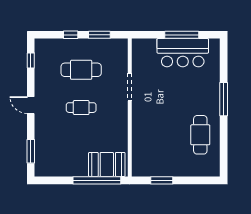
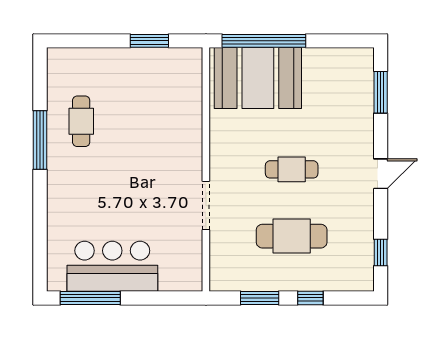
window: (182, 35) -> (90, 298), moved
window: (224, 99) -> (40, 140), moved
door: (31, 105) -> (381, 174), hinge flipped
cafe table: (200, 135) -> (81, 121), width x0.73, depth x0.74
booth: (107, 164) -> (258, 78), width x1.36, depth x1.42

